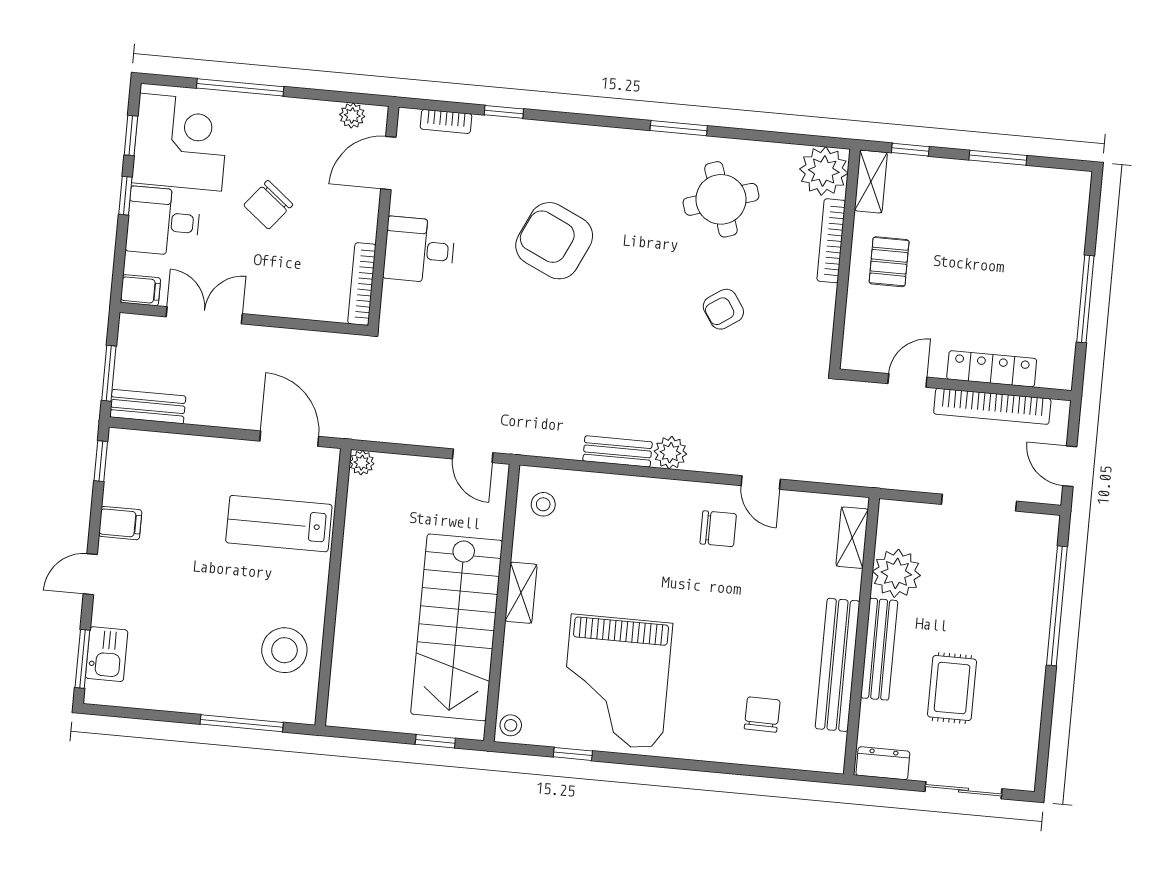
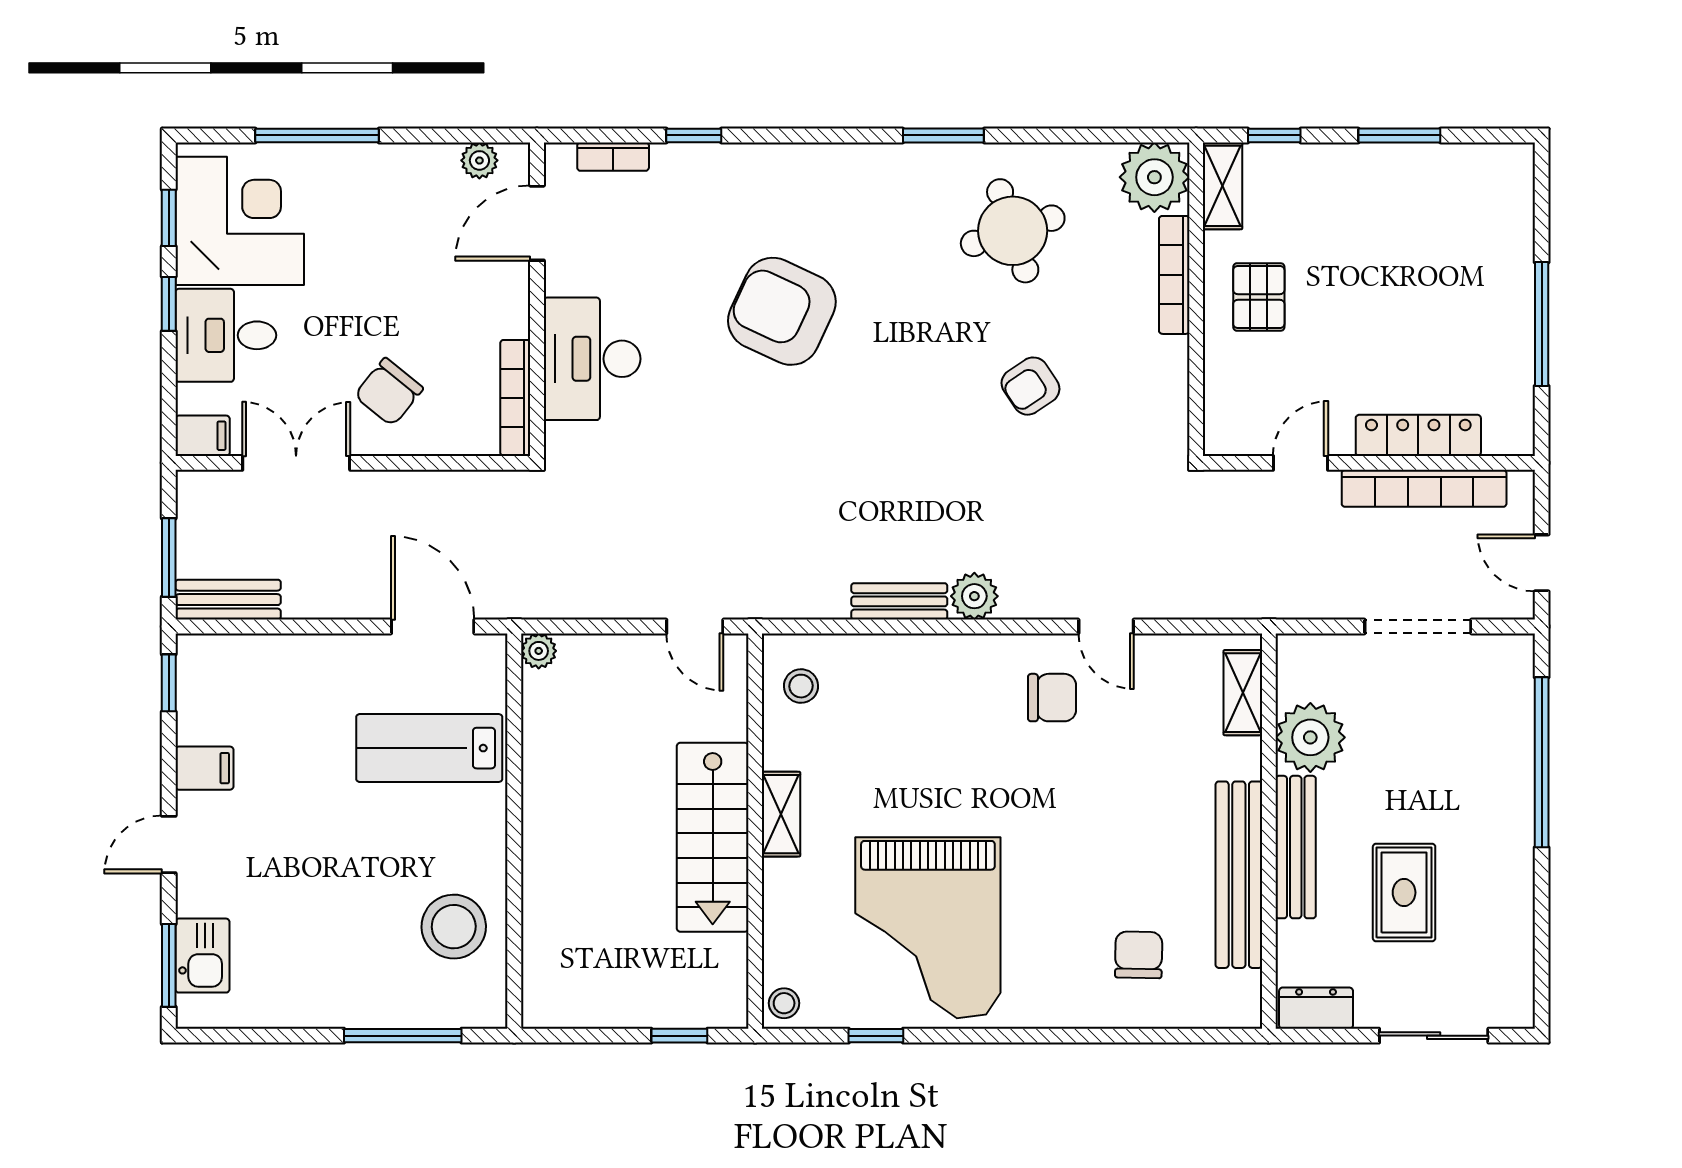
chair: (268, 205) -> (389, 392), moved
desk: (419, 250) -> (592, 359), width x1.37
stairs: (457, 627) -> (713, 837), width x0.73, depth x0.66

